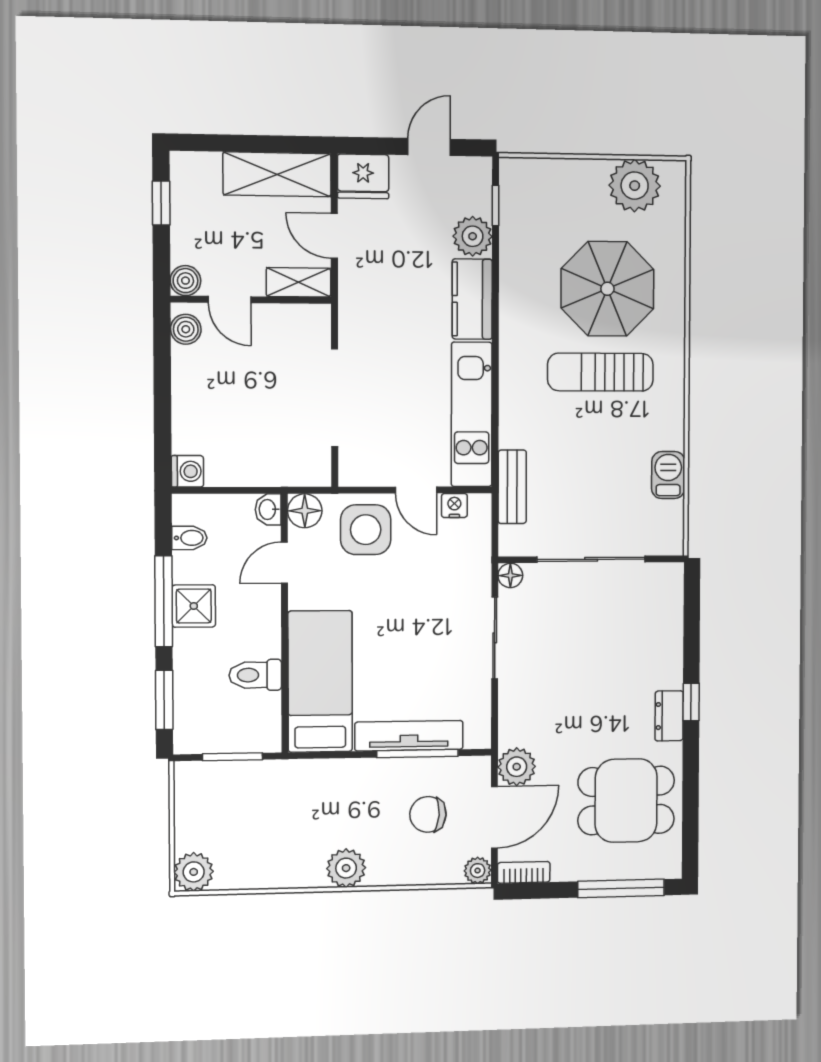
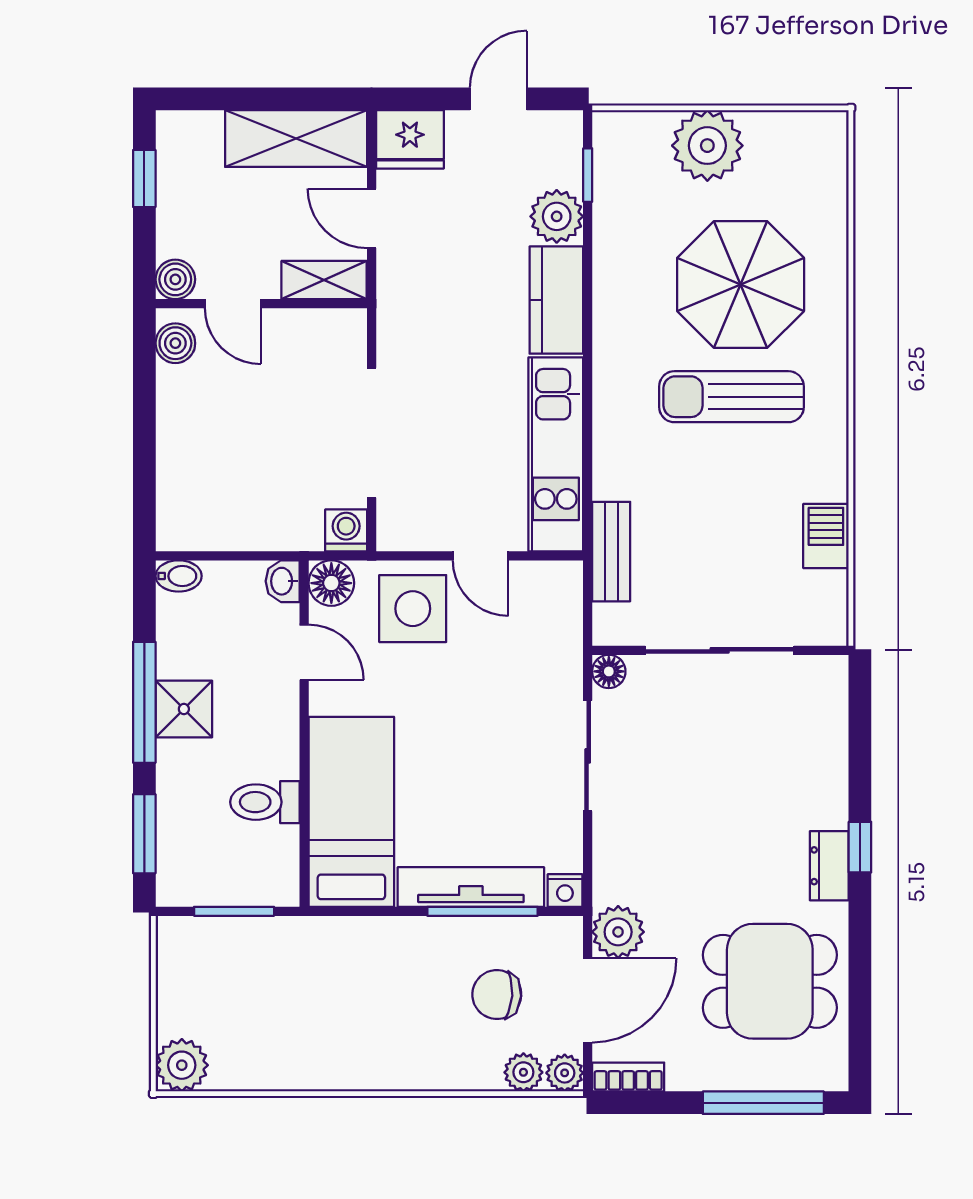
plant: (635, 186) -> (707, 146), moved
washing machine: (187, 471) -> (346, 530), moved, turned -90
nightstand: (454, 505) -> (565, 891), moved, turned 180
bidet: (189, 538) -> (179, 576), moved
door: (284, 563) -> (304, 652), swing flipped
plant: (346, 868) -> (523, 1072), moved, width x0.73, depth x0.73

